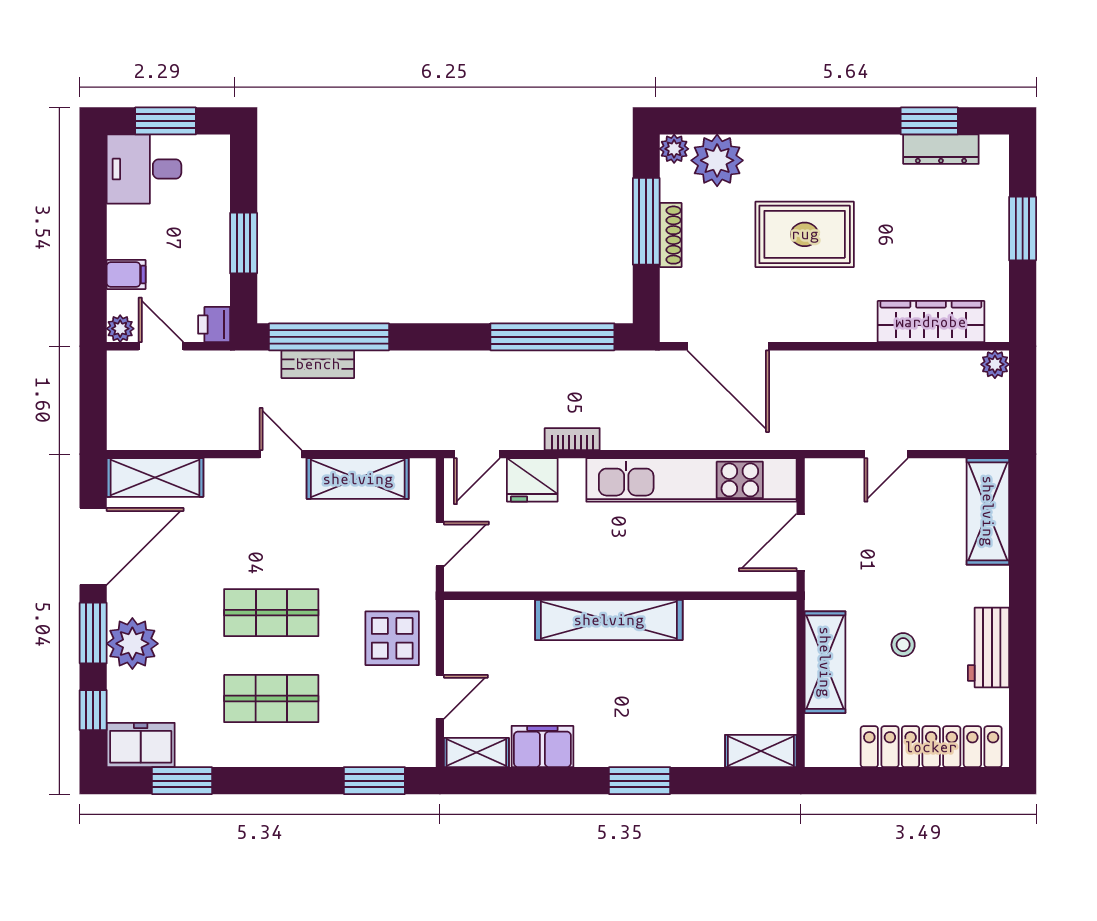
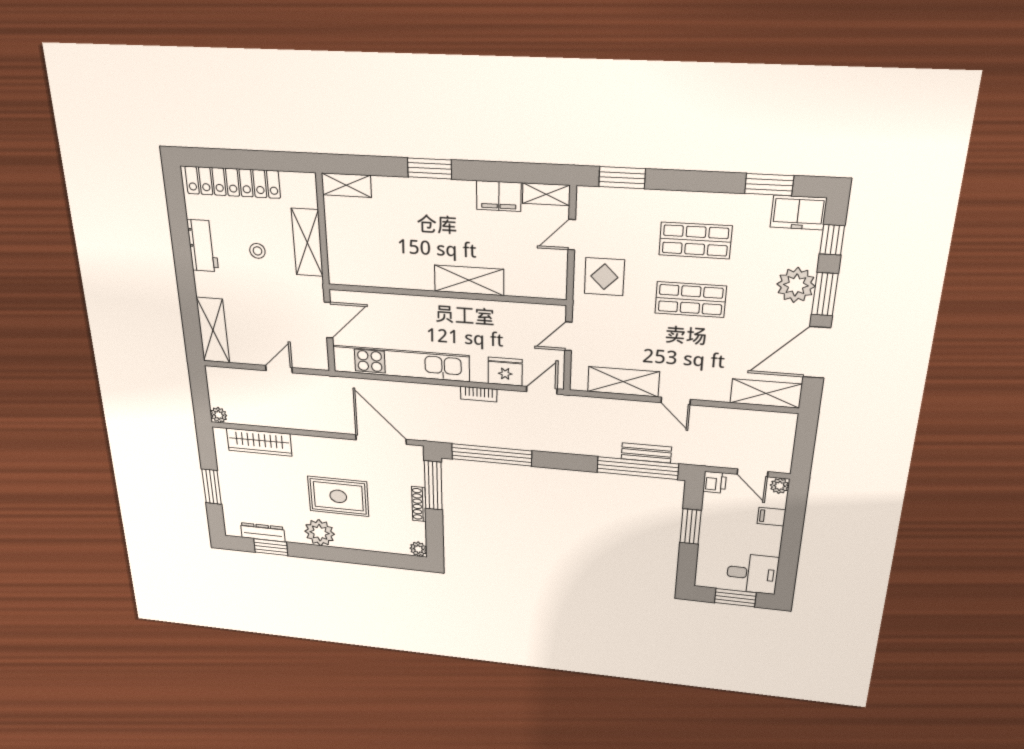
plant: (717, 160) -> (320, 533), moved
window: (646, 221) -> (433, 485), moved
shelving: (609, 620) -> (469, 280), width x0.68

